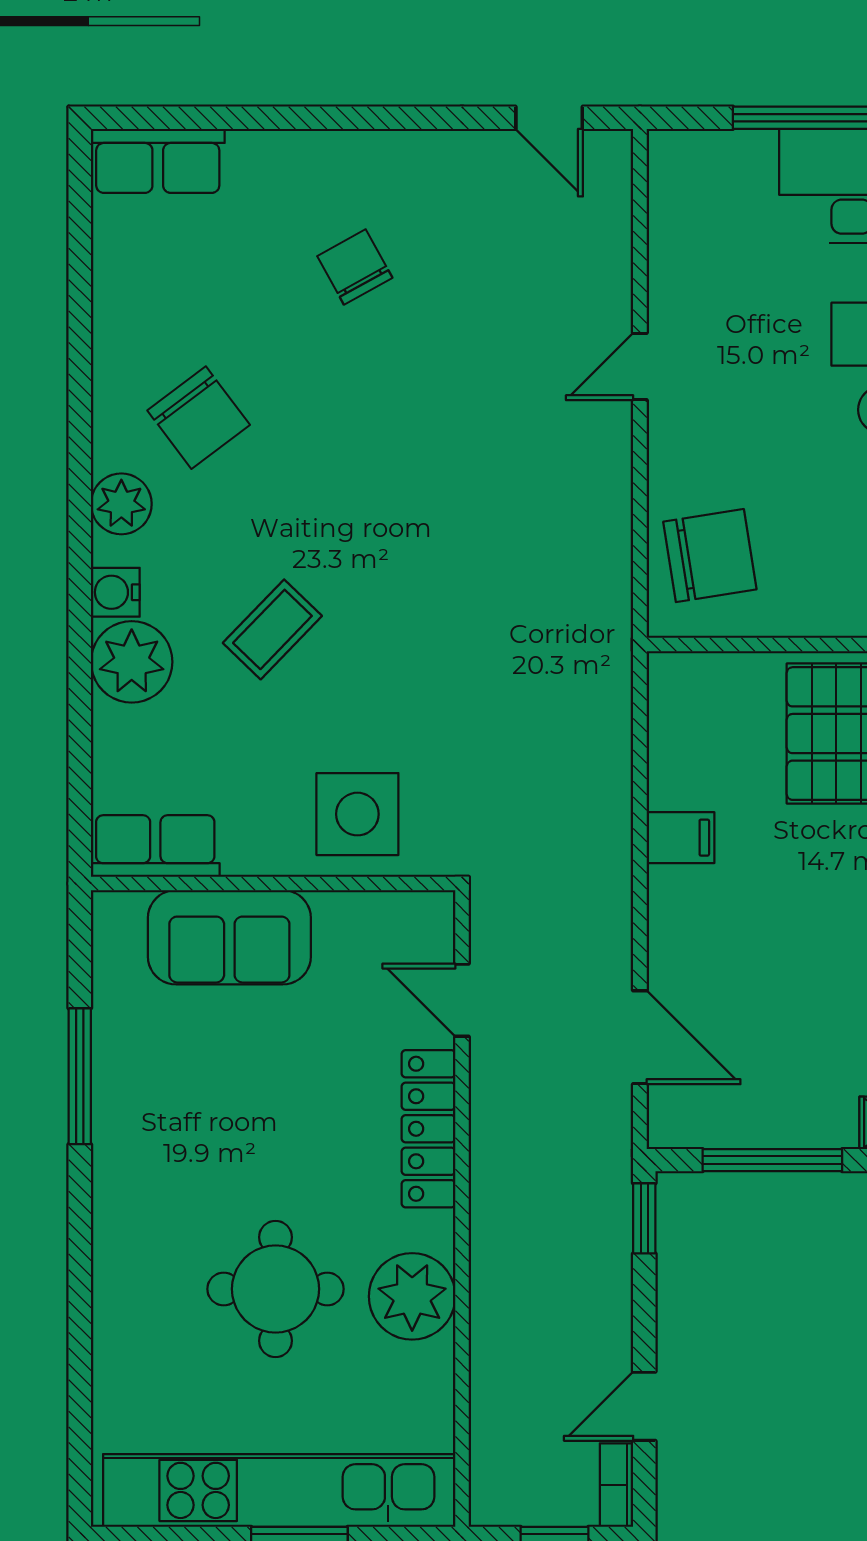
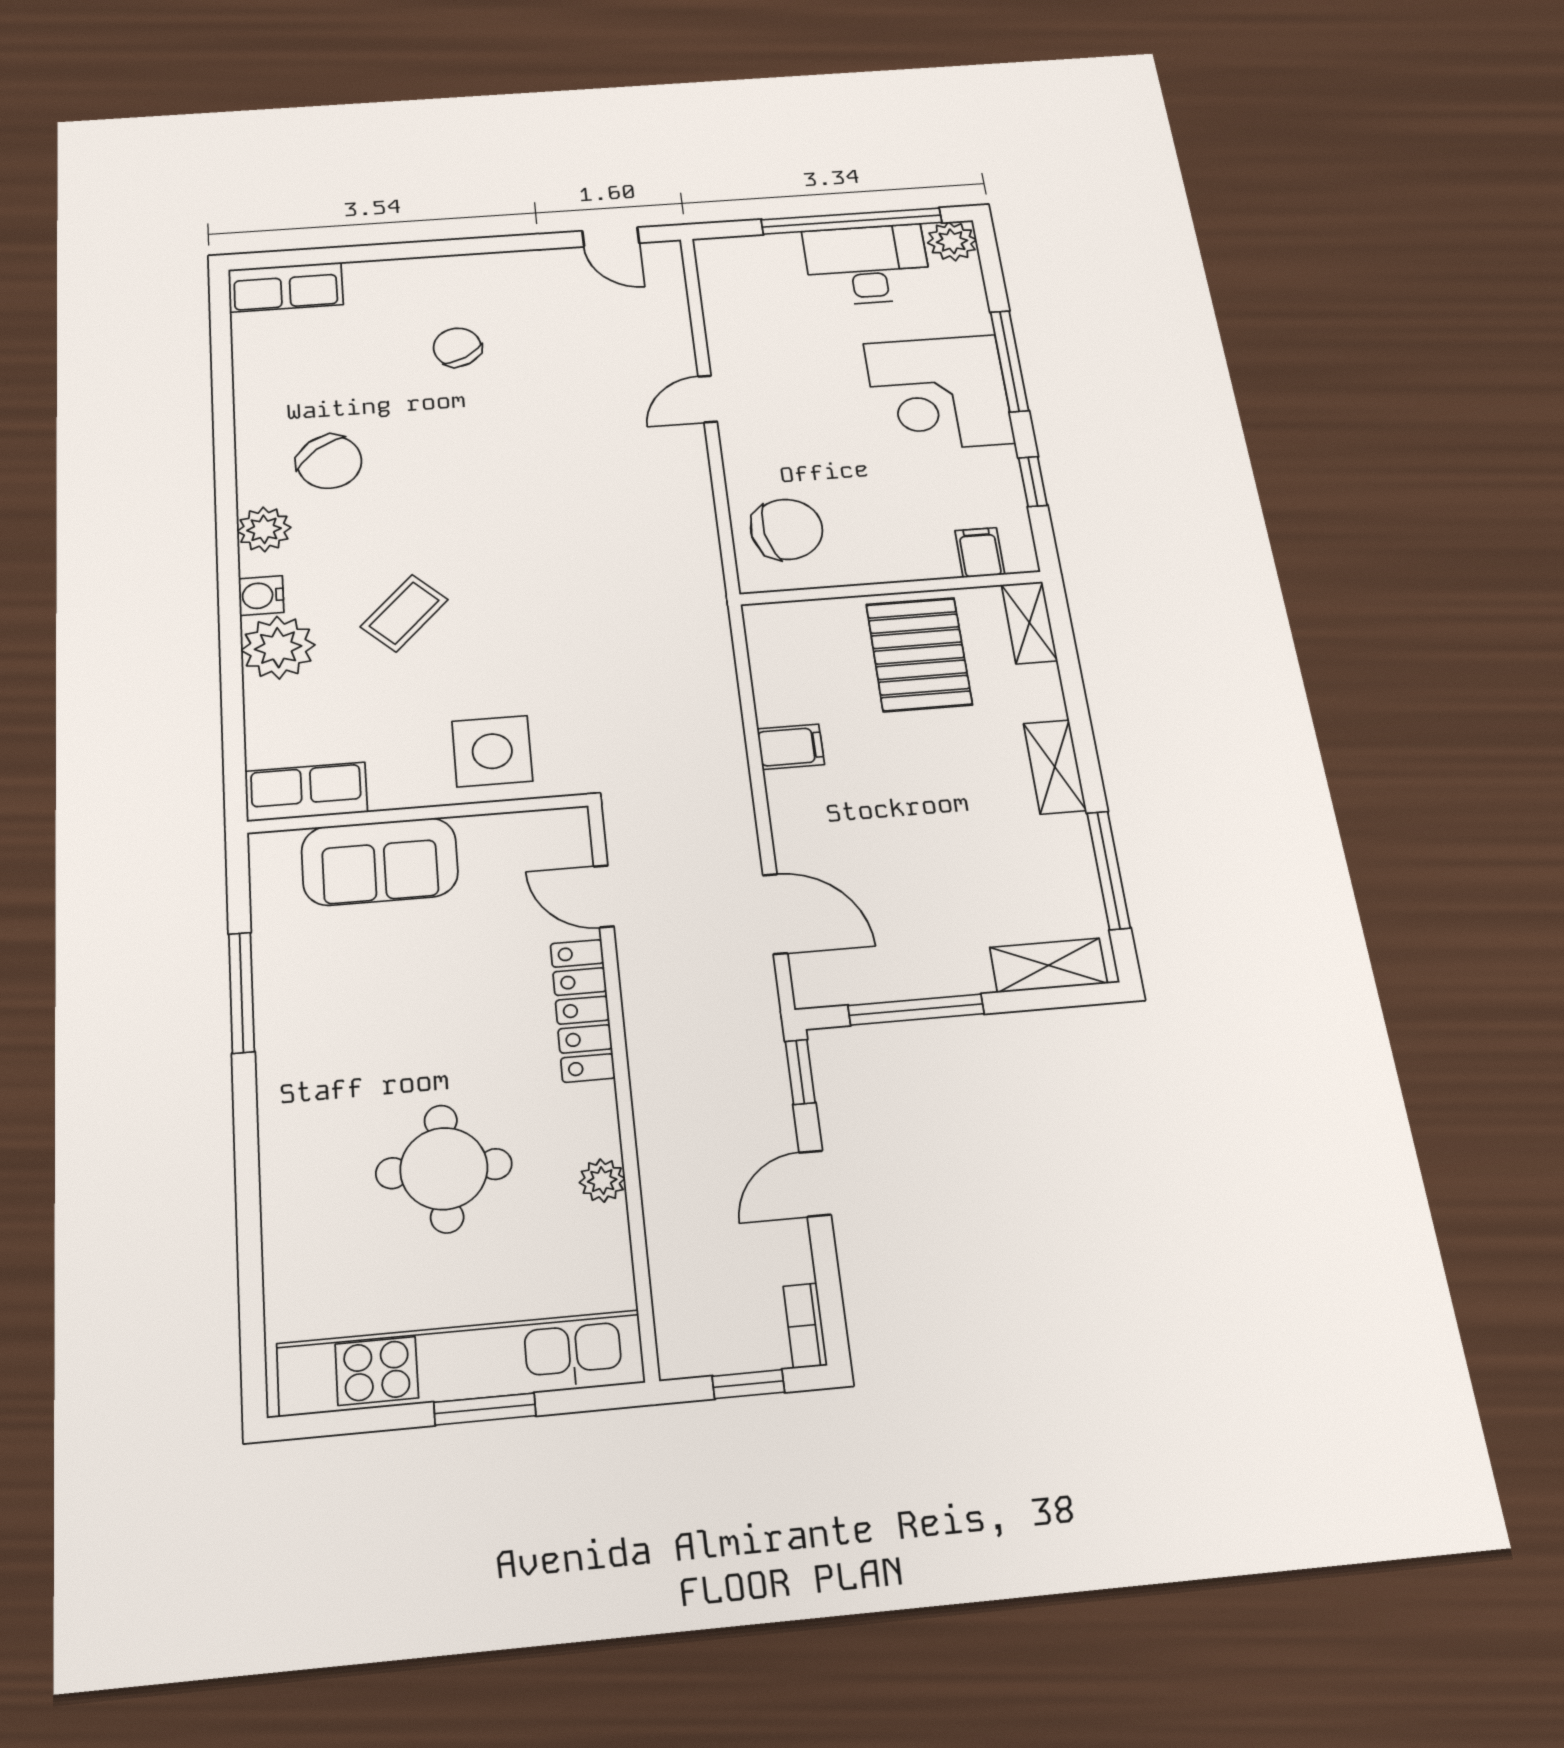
plant: (412, 1296) -> (602, 1181), width x0.53, depth x0.53
door: (644, 1406) -> (815, 1183), moved

